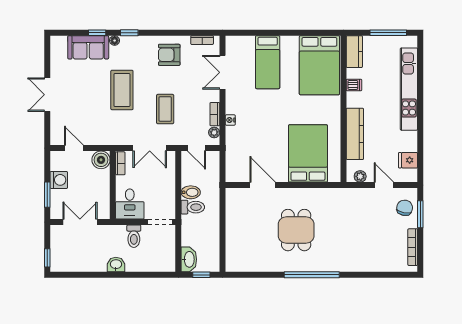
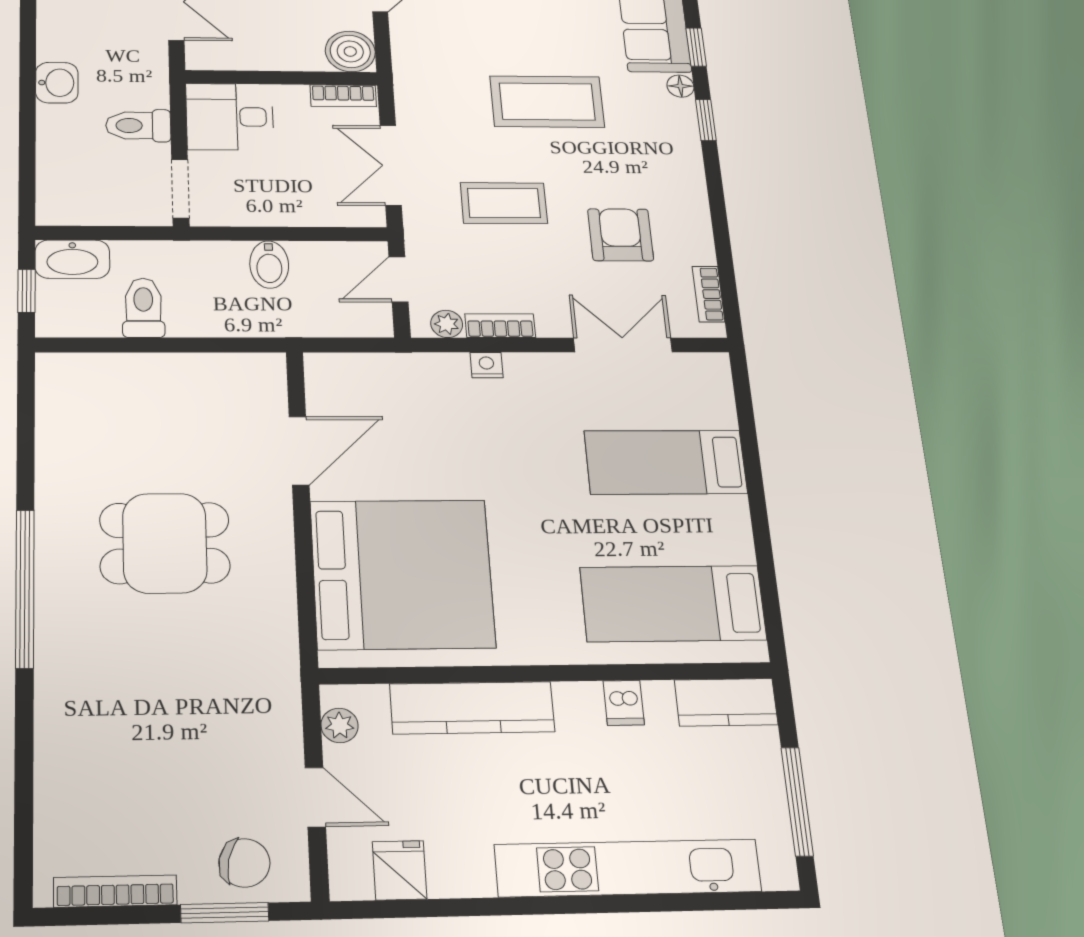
armchair: (169, 55) -> (621, 235), moved
bed: (319, 65) -> (673, 604), width x0.67
bed: (308, 153) -> (402, 574), width x1.36
door: (384, 185) -> (315, 797), hinge flipped
toilet: (193, 207) -> (143, 308), moved, turned 180

